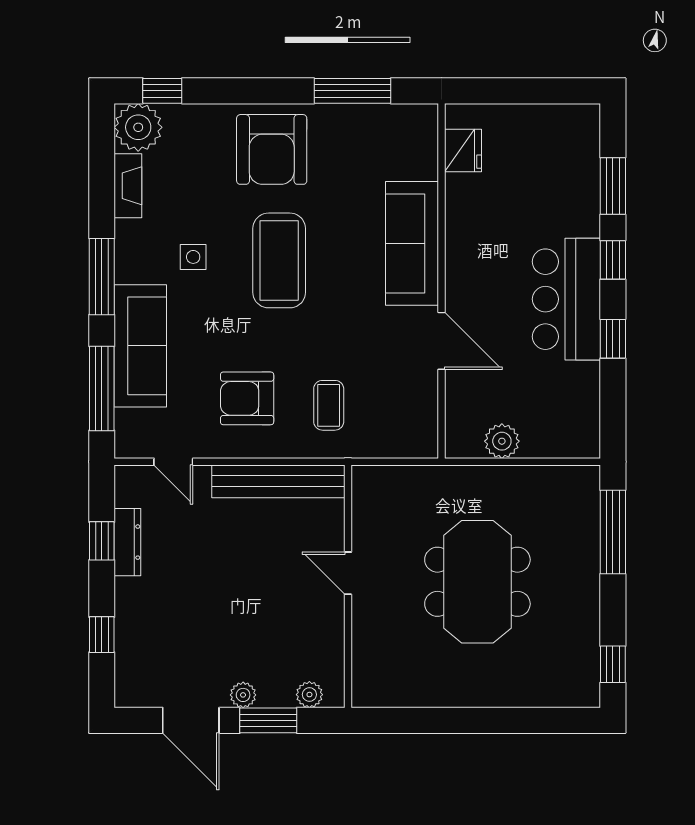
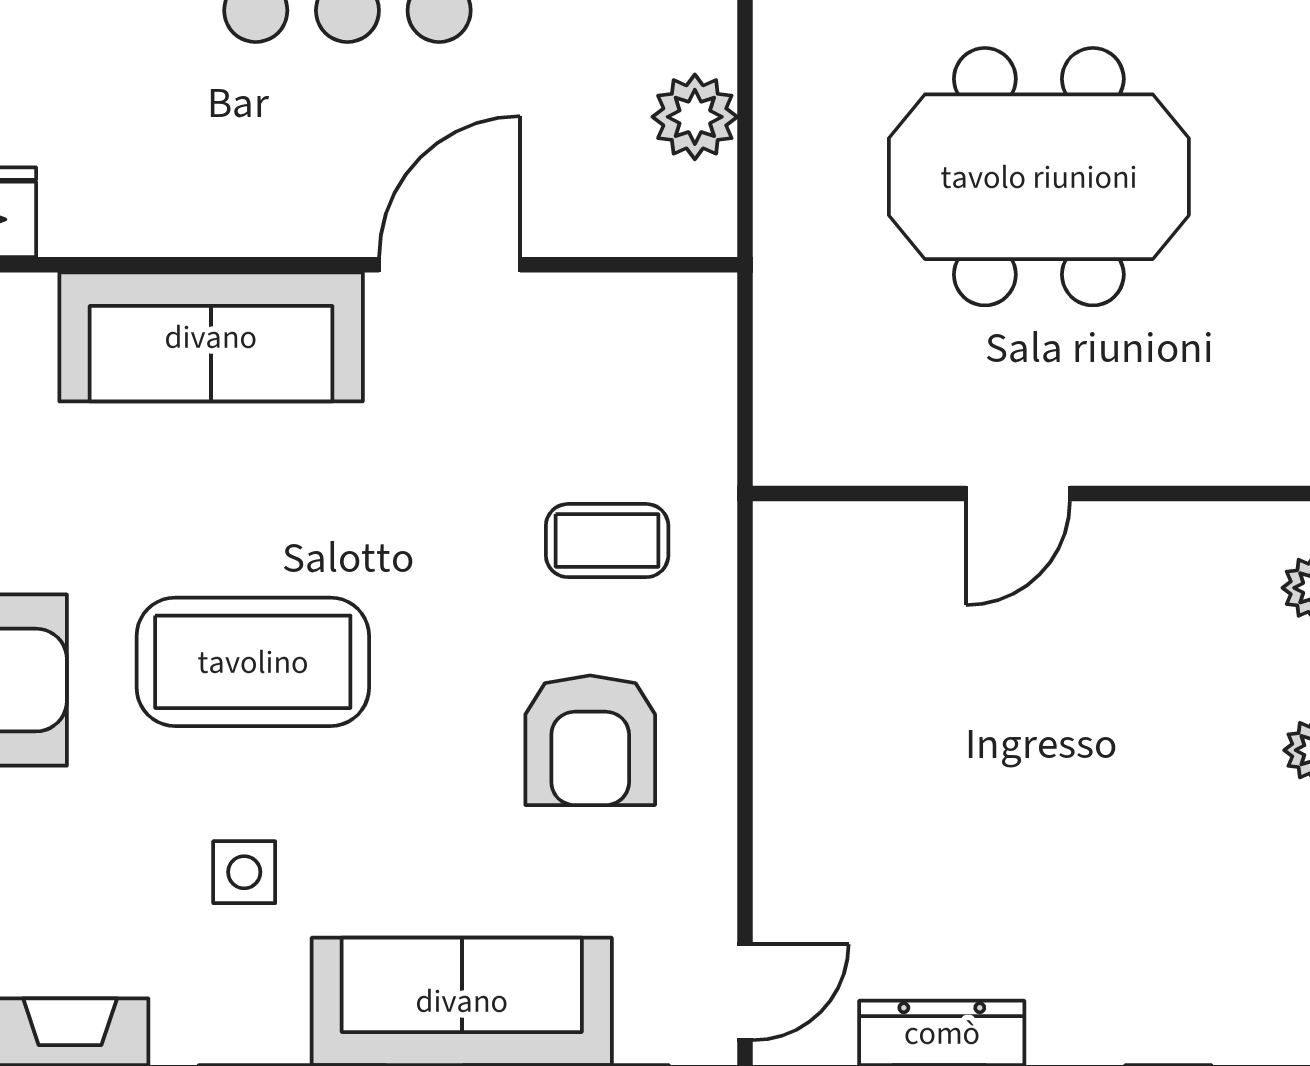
door: (173, 462) -> (745, 992), moved
bench: (278, 481) -> (793, 664), removed

